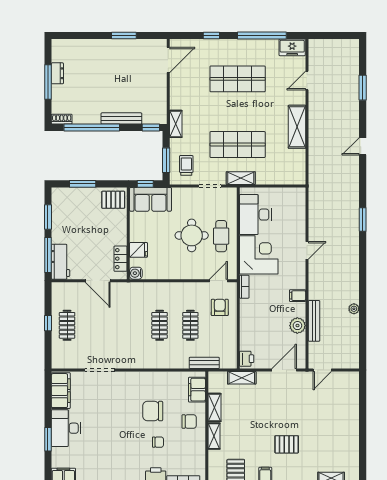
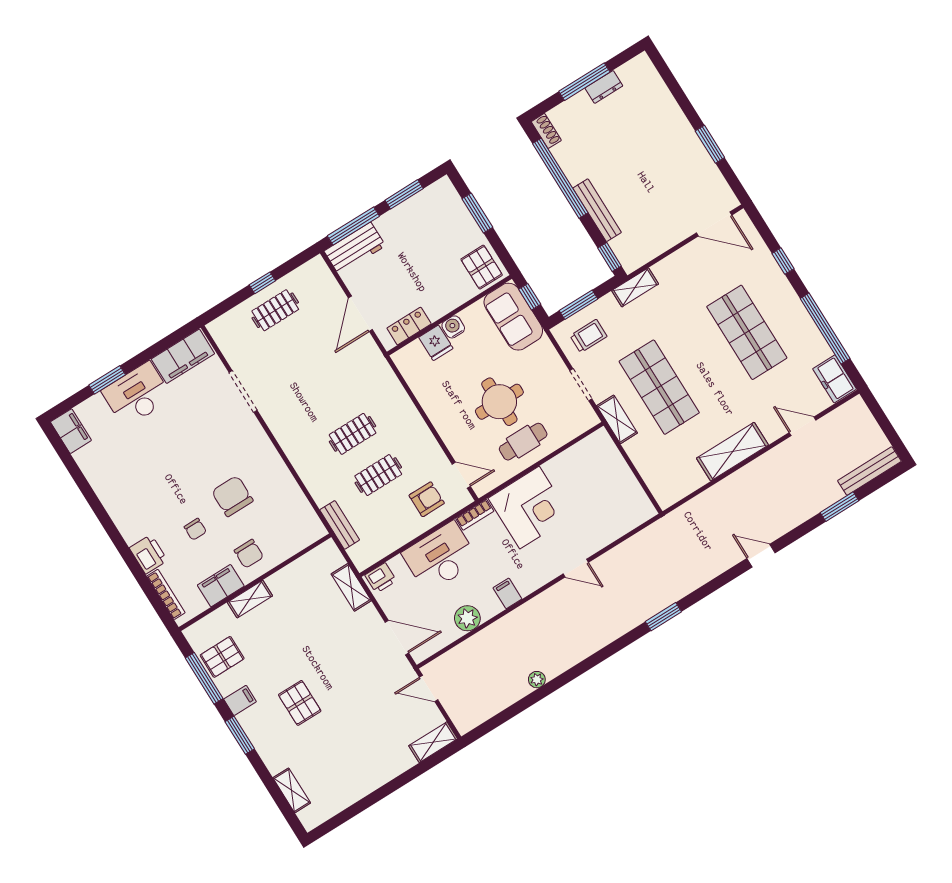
desk: (255, 215) -> (440, 557), moved
water cooler: (136, 273) -> (453, 327), moved
bench: (314, 321) -> (869, 471), moved
filing cabinet: (197, 390) -> (221, 586), moved
shelving: (214, 408) -> (433, 742), moved

